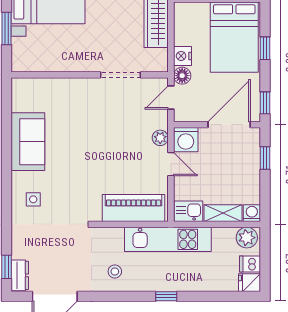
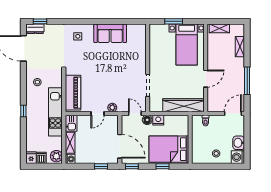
washing machine: (186, 140) -> (111, 122), removed

